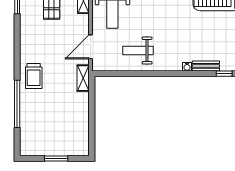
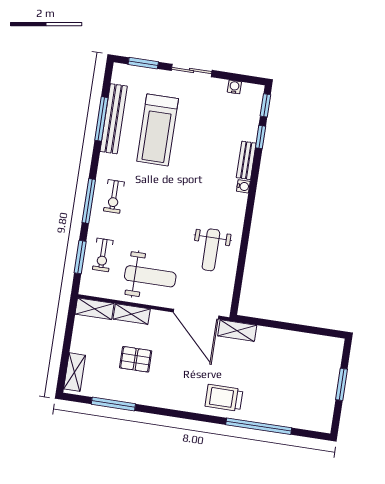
door: (90, 47) -> (196, 314), width x1.36
trolley: (34, 76) -> (224, 398), turned 180

